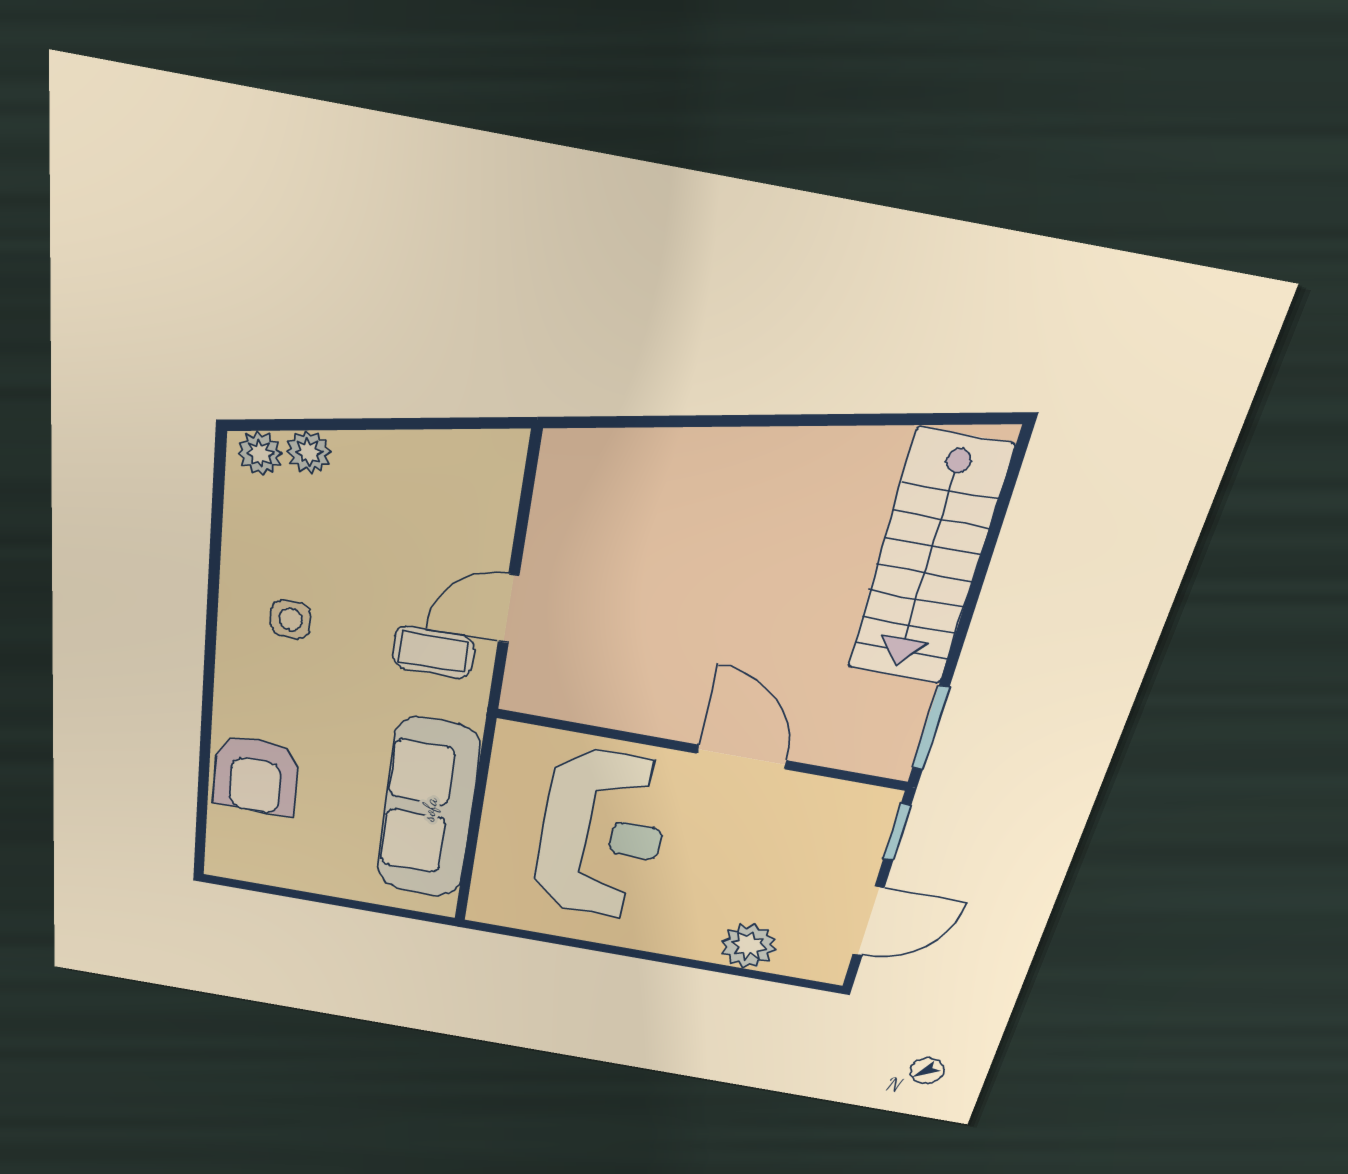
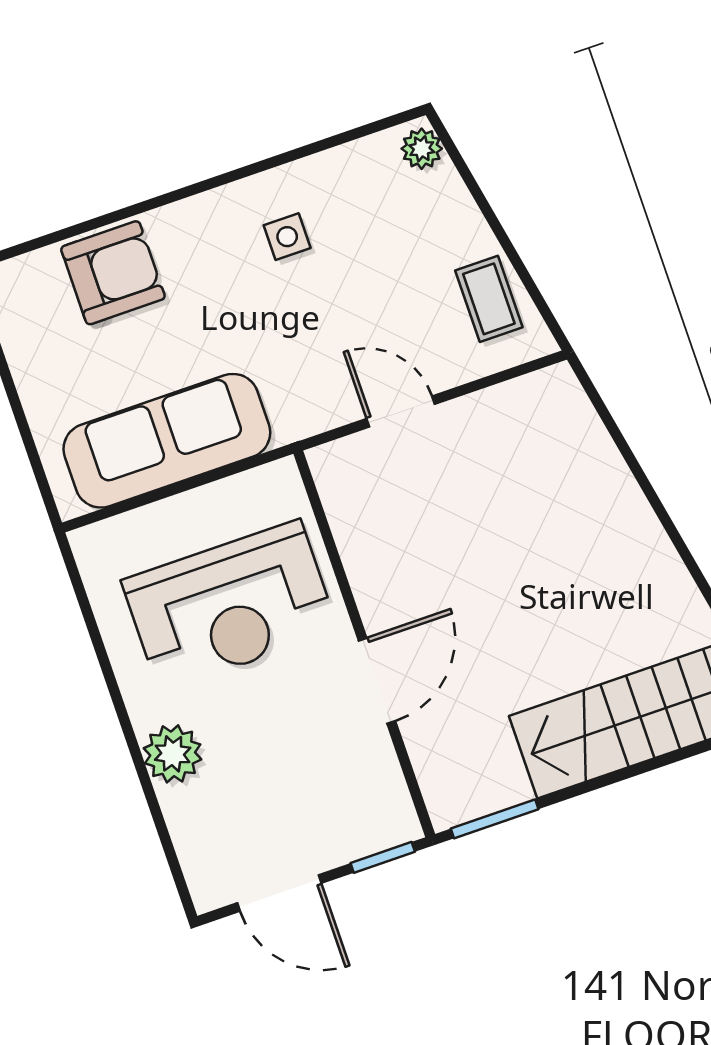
plant: (309, 452) -> (444, 187), removed
coffee table: (434, 652) -> (489, 299), moved
armchair: (256, 775) -> (113, 273), turned 180
plant: (749, 946) -> (173, 754), moved

